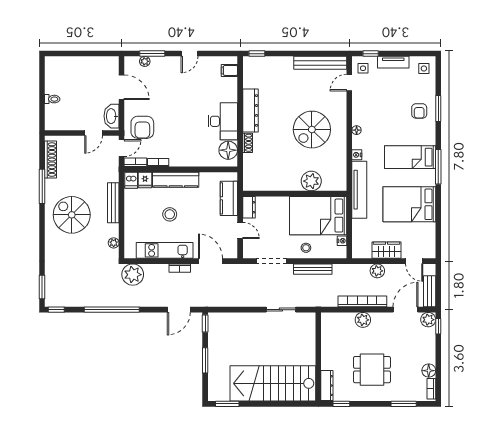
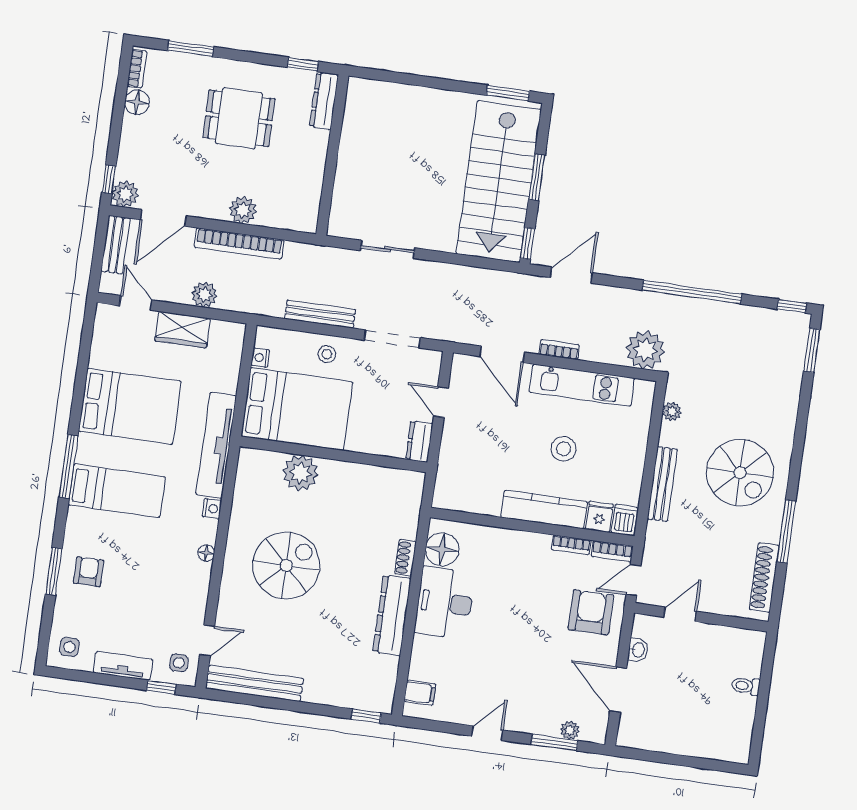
washbasin: (112, 116) -> (638, 650), width x0.52, depth x0.69
kitchen counter: (229, 198) -> (453, 463), removed
stairs: (273, 383) -> (499, 182), moved, turned 90

